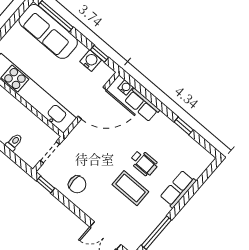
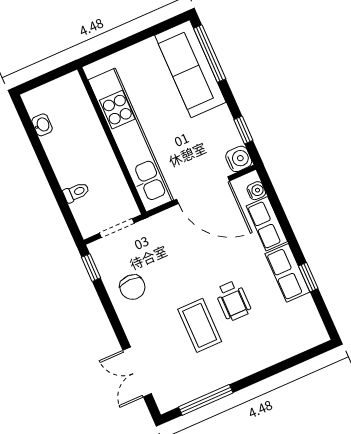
water cooler: (91, 61) -> (239, 159), moved
row of seats: (178, 189) -> (287, 273), moved, turned -90

